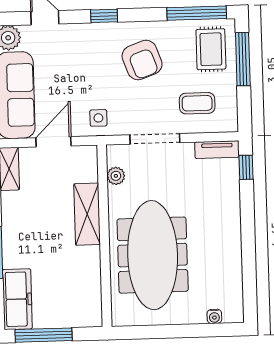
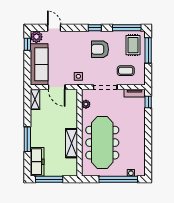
window: (104, 16) -> (95, 28), moved
armchair: (142, 60) -> (100, 49), turned 110
door: (53, 142) -> (57, 87), swing flipped
shelving: (87, 214) -> (72, 143), moved
window: (188, 331) -> (118, 179), added

